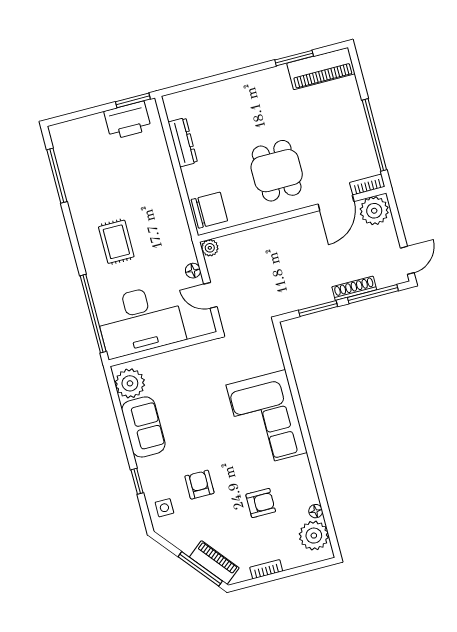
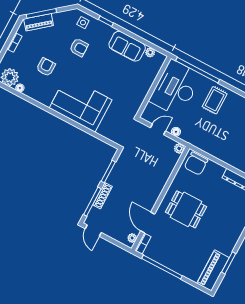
plant: (374, 211) -> (132, 238), width x0.53, depth x0.53
rug: (116, 242) -> (215, 100), moved, turned 90
plant: (130, 383) -> (150, 52), width x0.53, depth x0.53
armchair: (261, 503) -> (46, 67), turned 180

